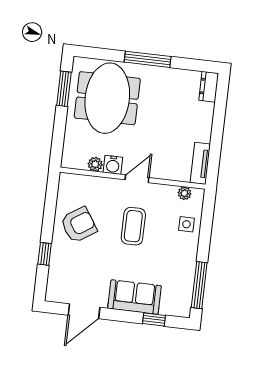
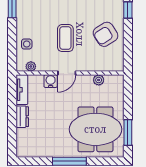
dresser: (209, 87) -> (22, 117), moved
meeting table: (107, 98) -> (95, 129), turned 90
water cooler: (113, 165) -> (51, 81), moved

